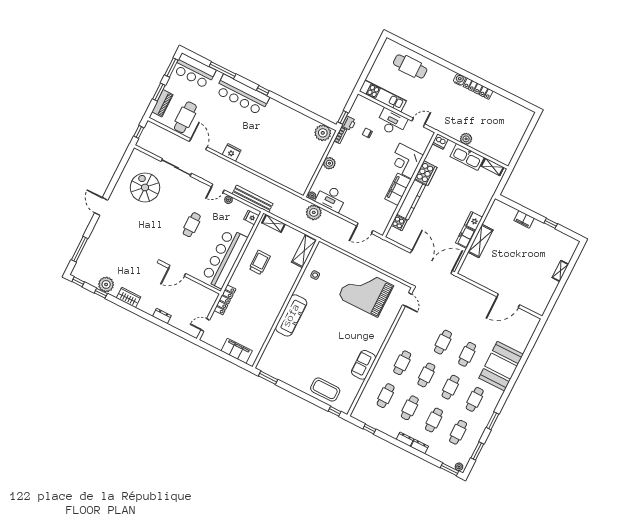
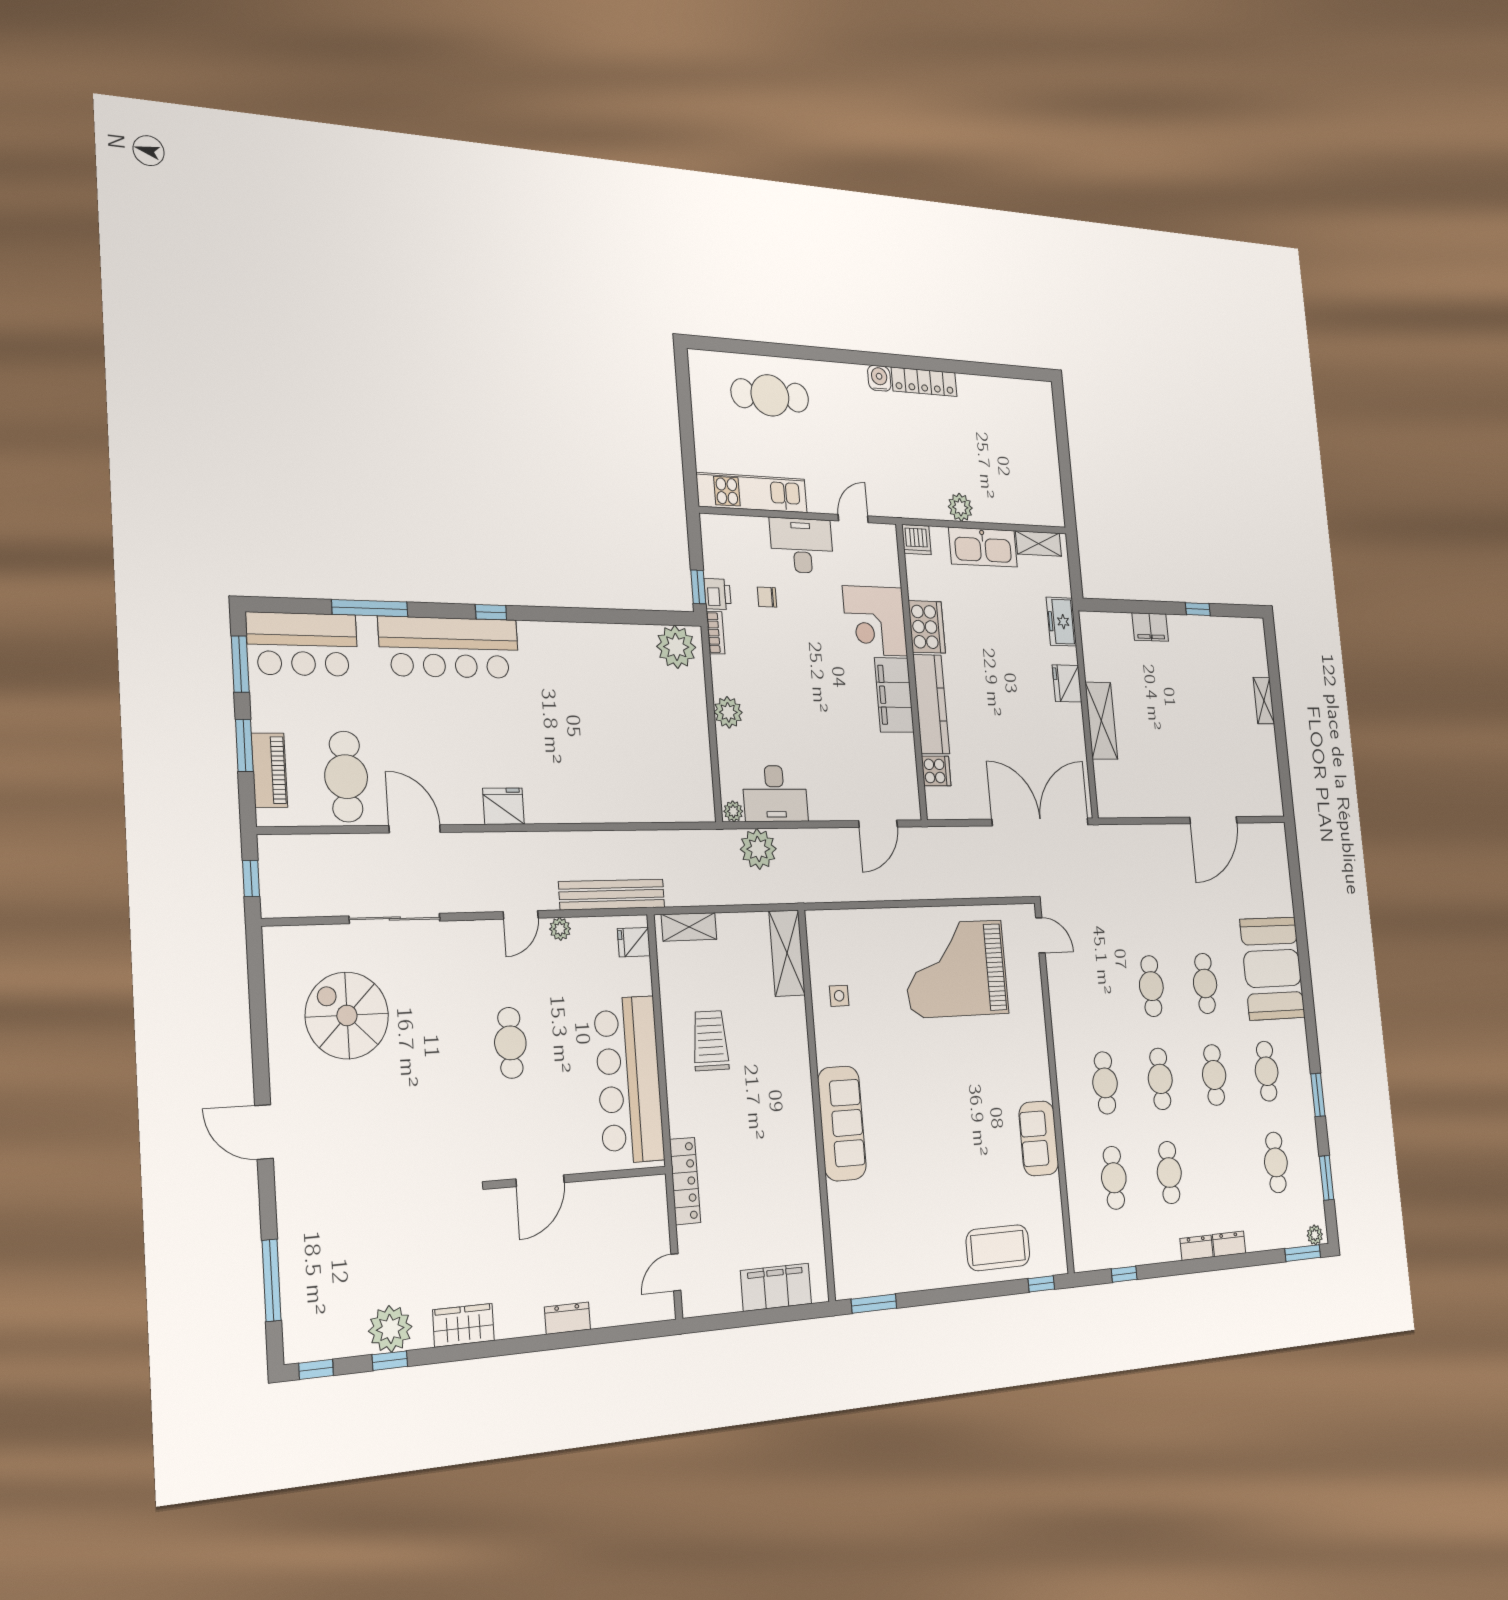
freezer: (465, 237) -> (1061, 622), moved
cafe table: (434, 420) -> (1223, 1167), removed

